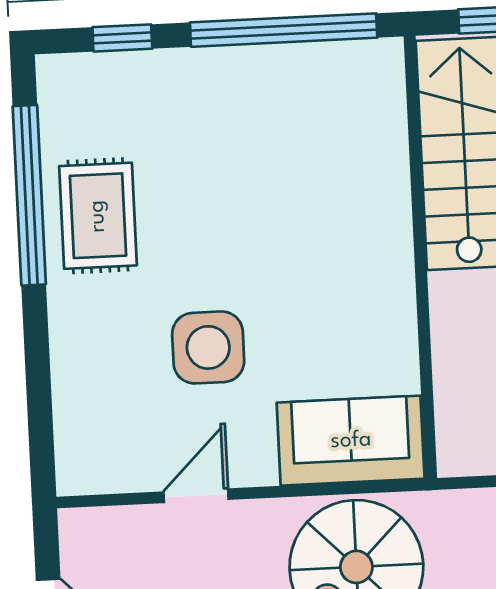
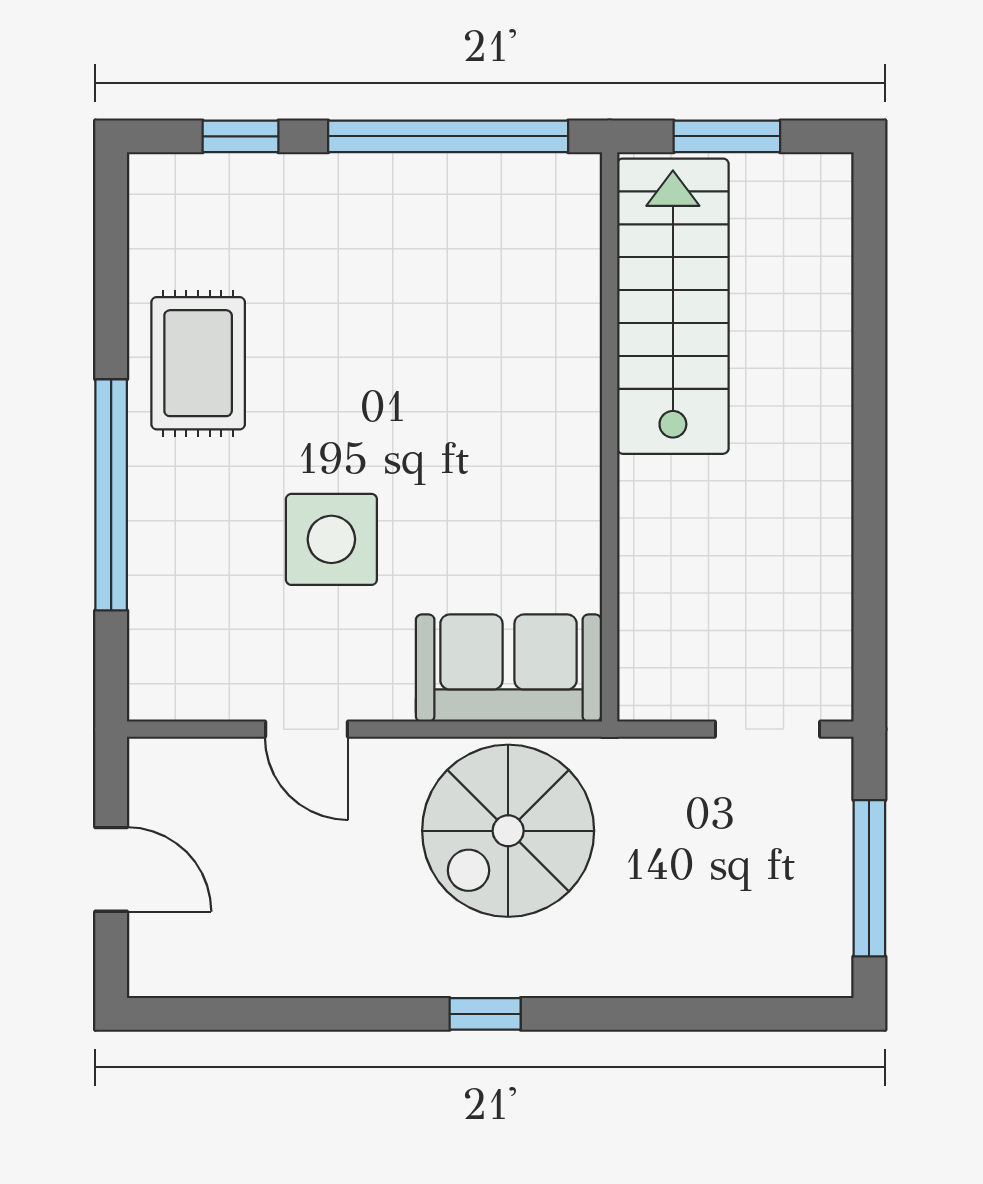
window: (29, 195) -> (111, 495), moved
door: (196, 496) -> (306, 729), swing flipped

